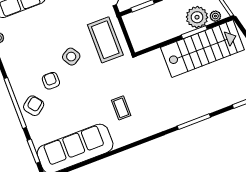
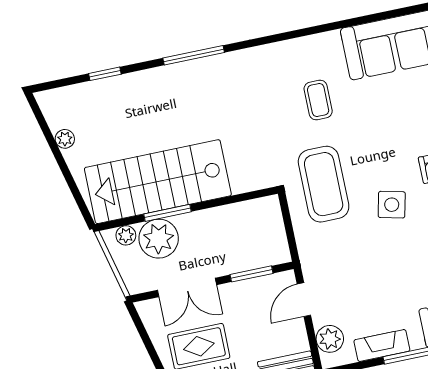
coffee table: (105, 40) -> (324, 184), moved
side table: (71, 57) -> (392, 205), turned 45

